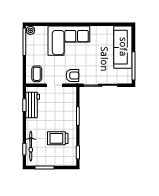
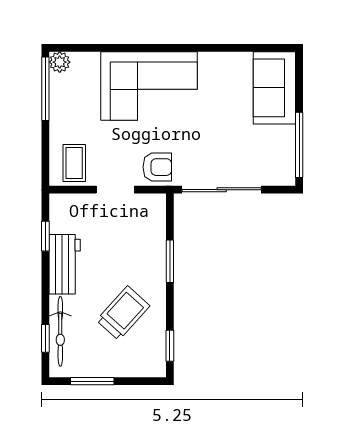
sofa: (123, 47) -> (274, 88), width x0.73
workbench: (33, 105) -> (65, 264), moved
trolley: (58, 138) -> (123, 313), turned 132

